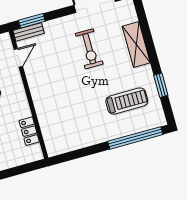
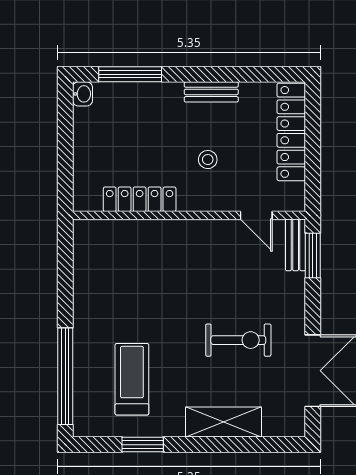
exercise bike: (89, 49) -> (238, 340), turned 180
treadmill: (127, 101) -> (132, 379), turned 180
locker: (29, 131) -> (140, 199), width x1.53

